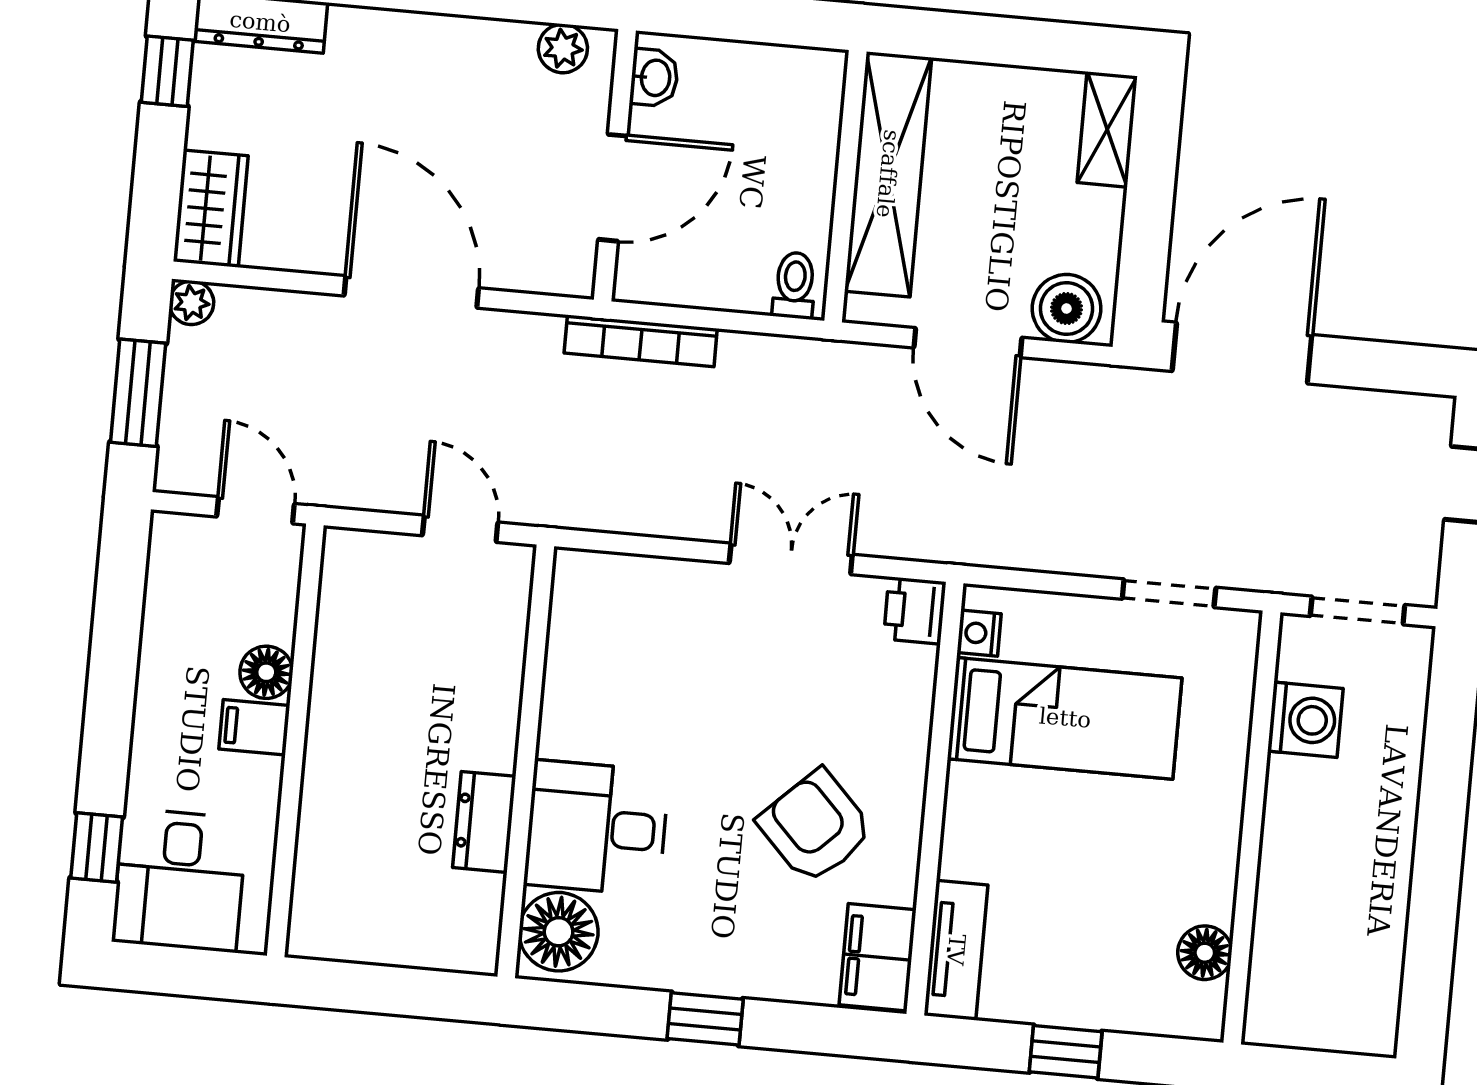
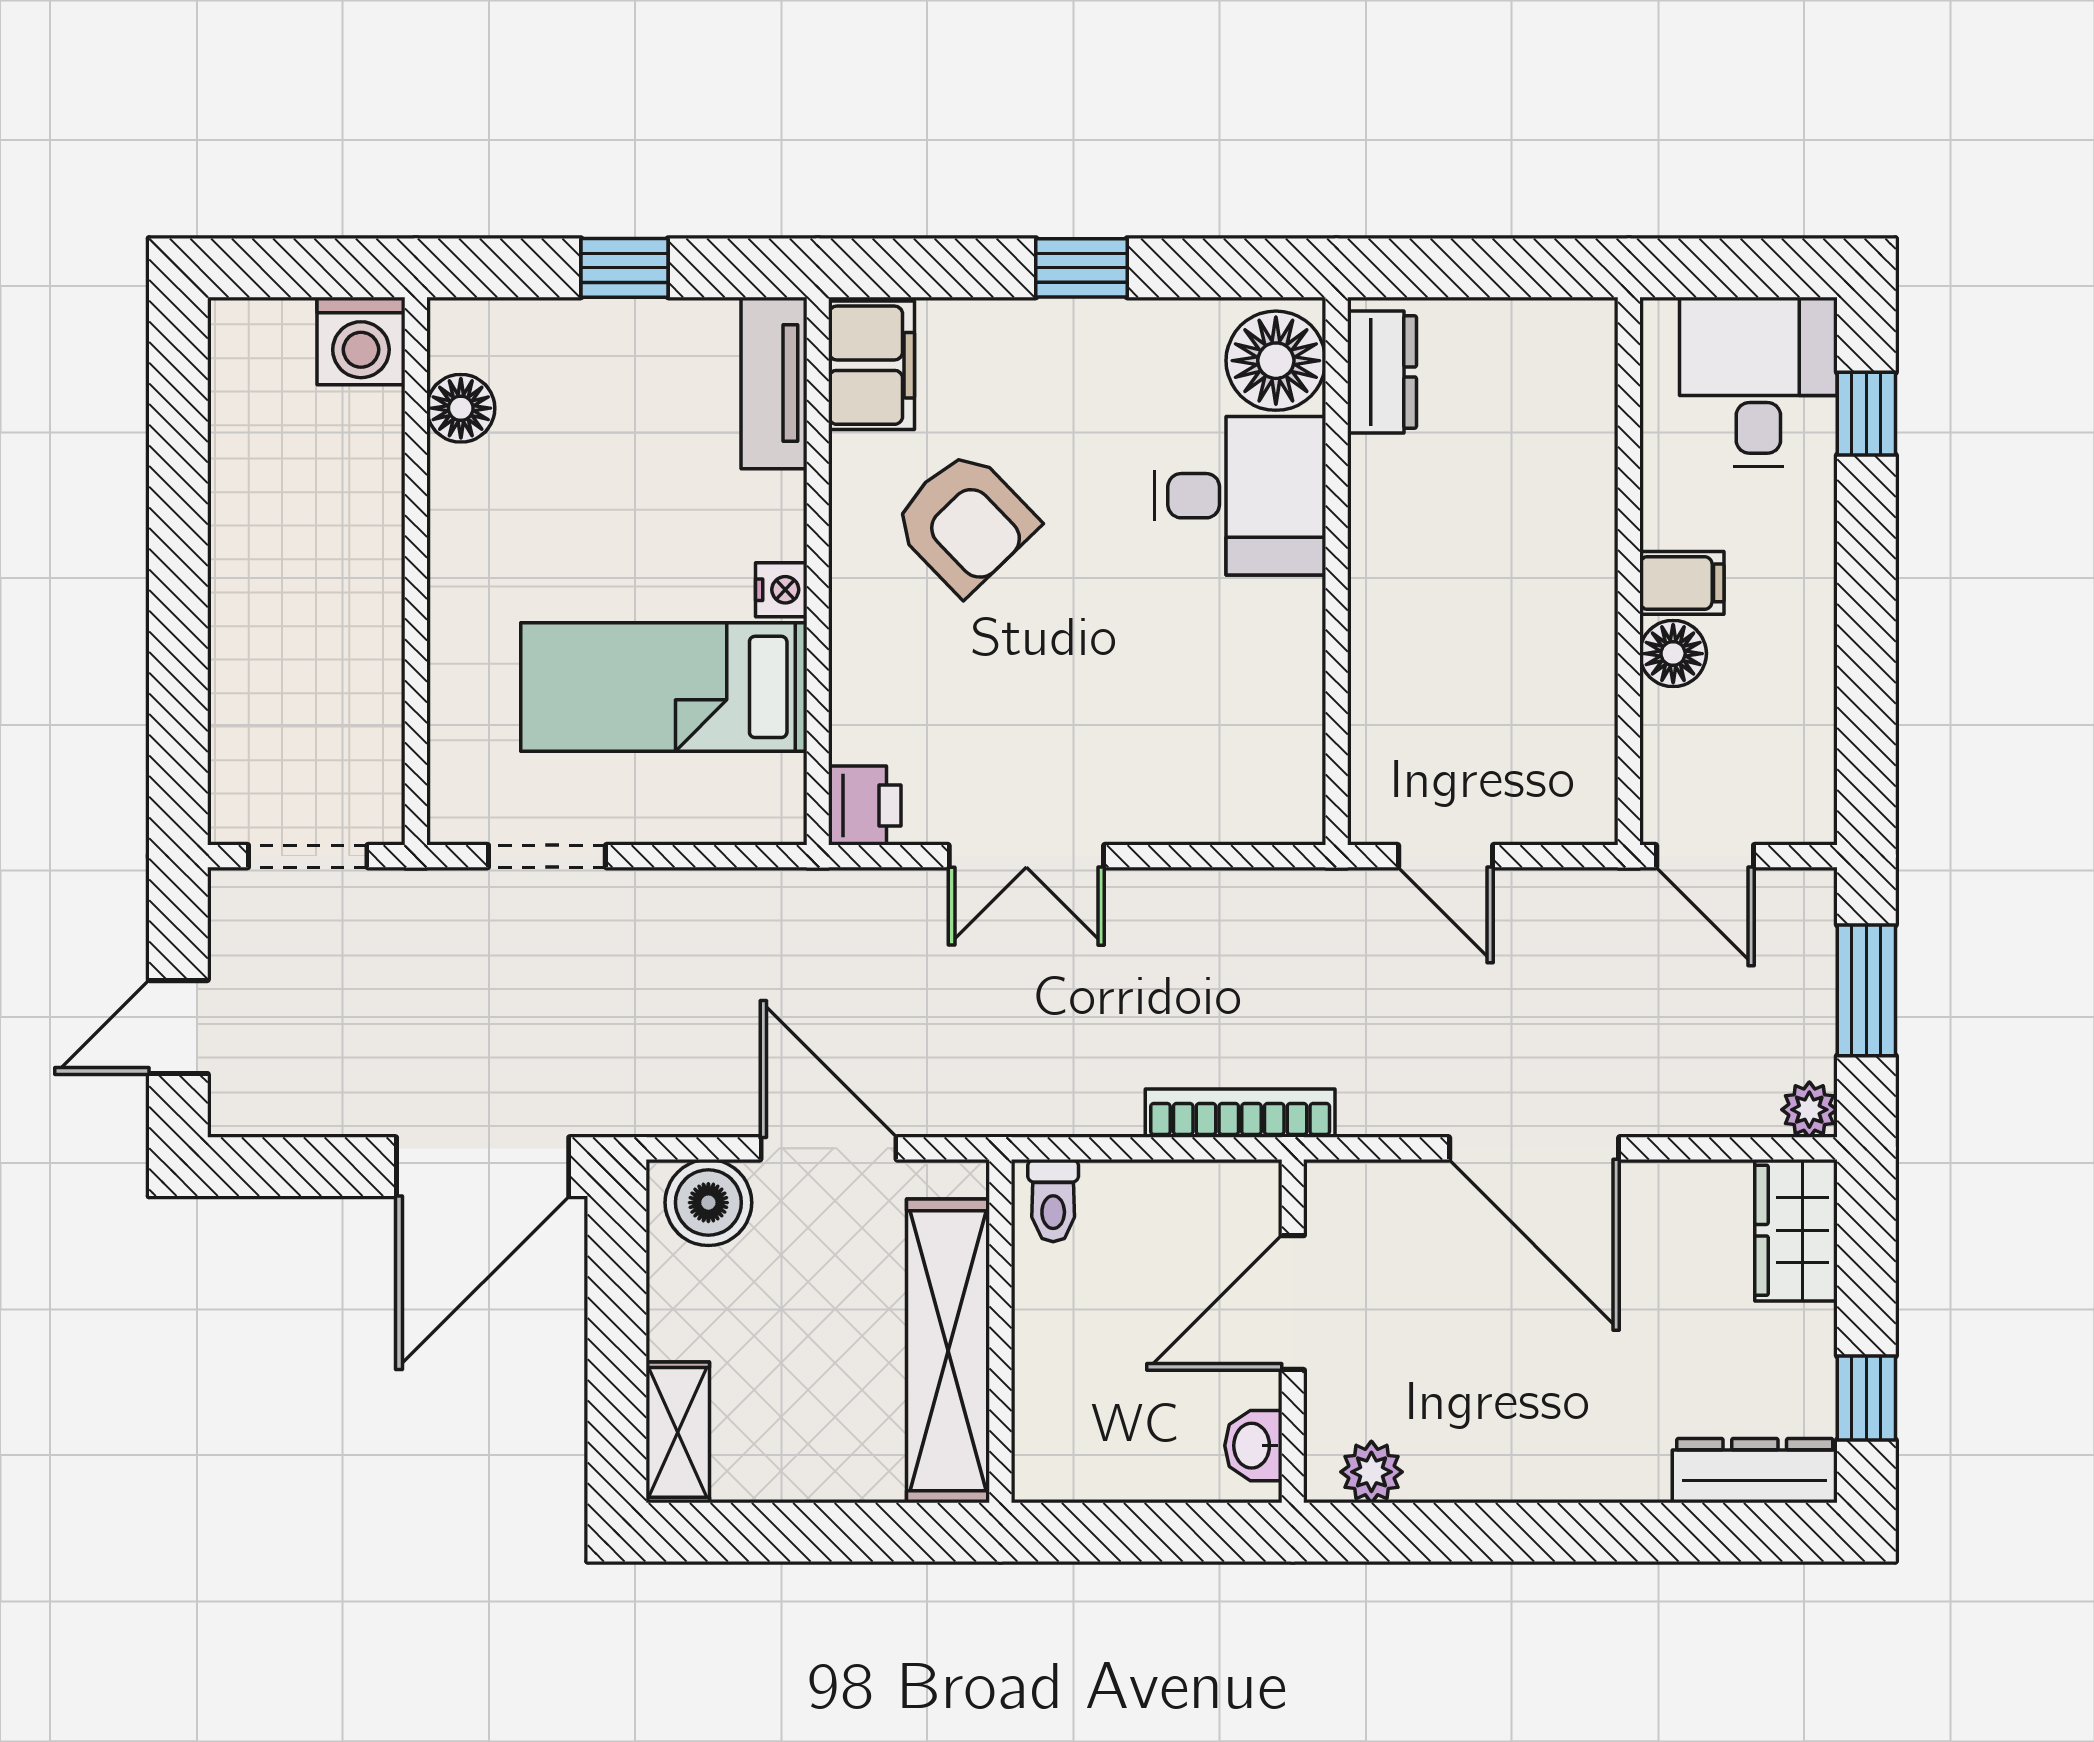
nightstand: (979, 633) -> (781, 590), moved
washing machine: (1305, 720) -> (361, 341), moved, turned -90
dresser: (484, 822) -> (1382, 372), moved

